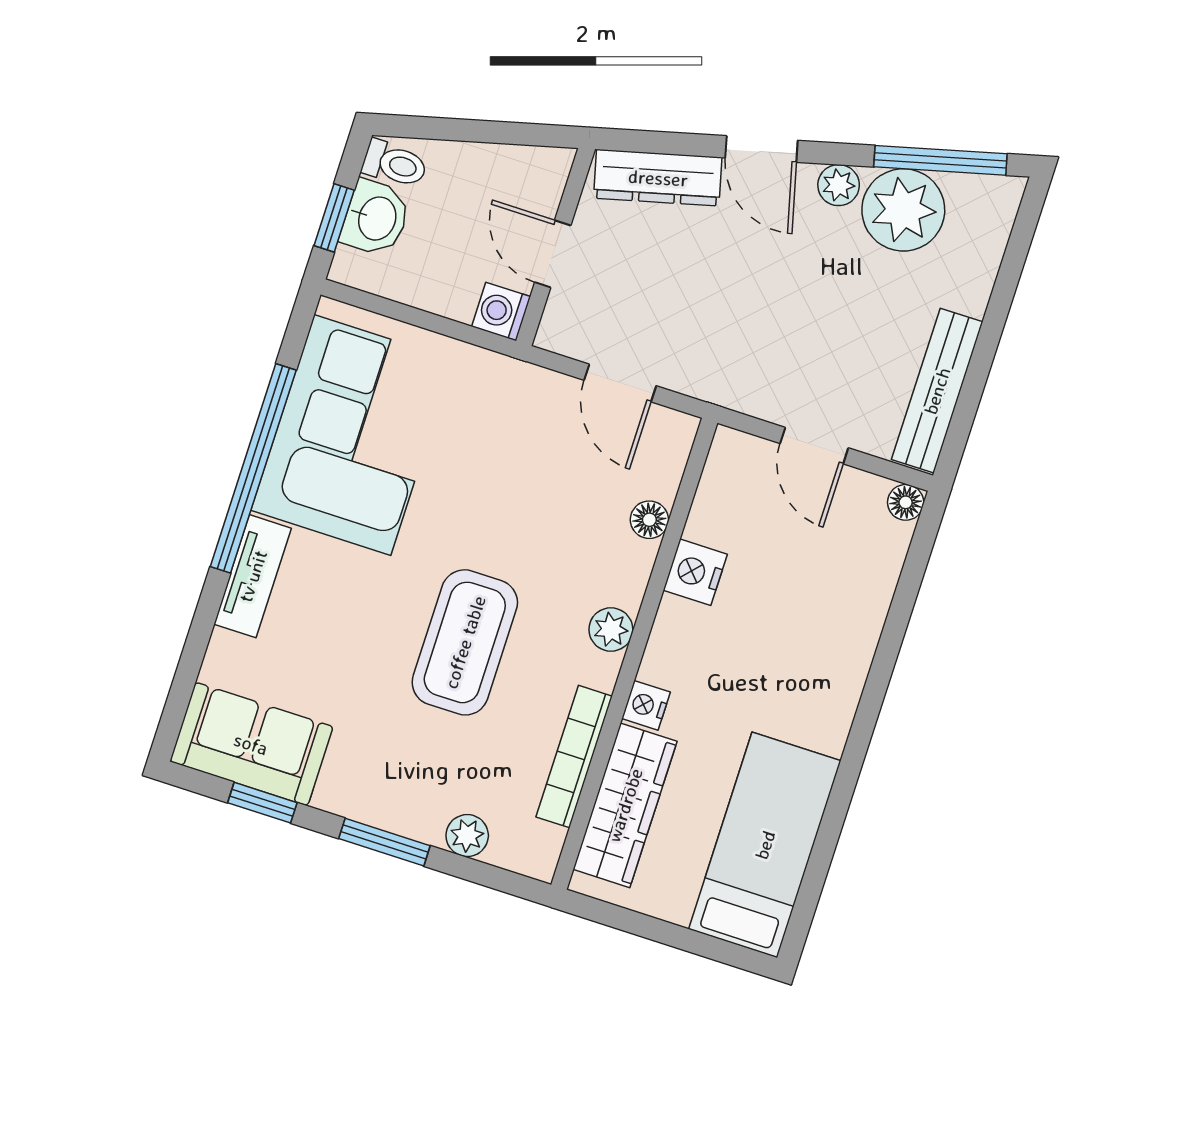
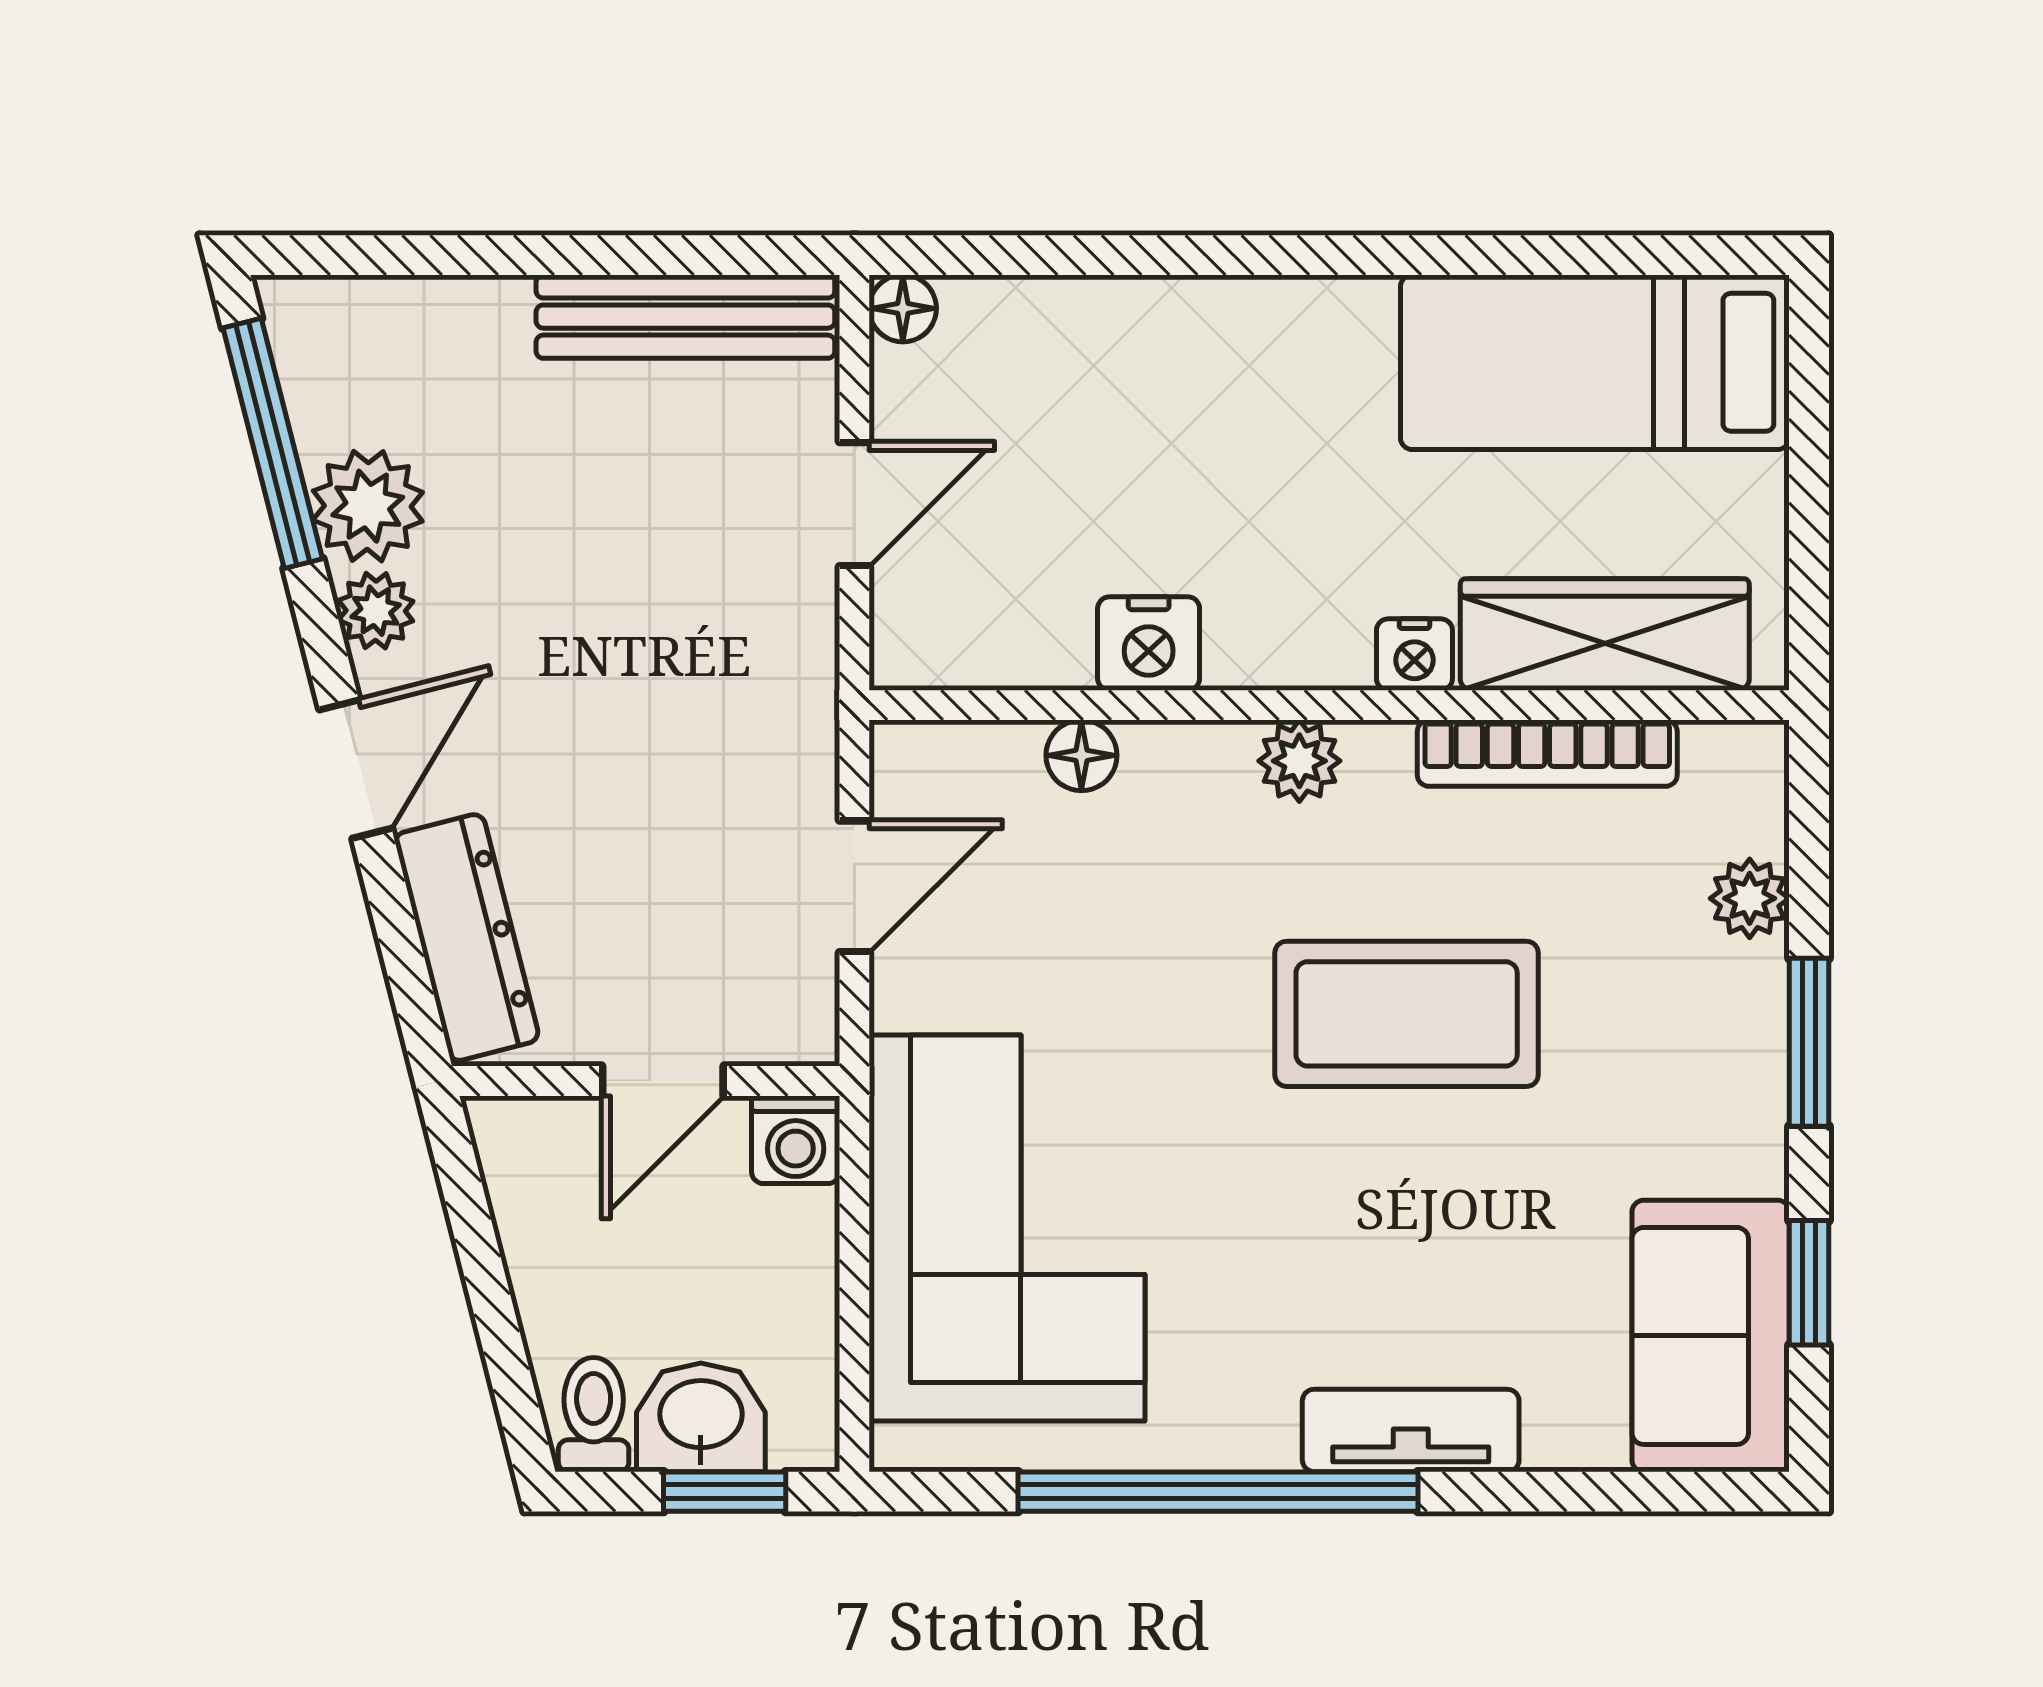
plant: (903, 210) -> (368, 506), width x0.73, depth x0.73
corner sofa: (352, 435) -> (1007, 1228), moved, turned 90

